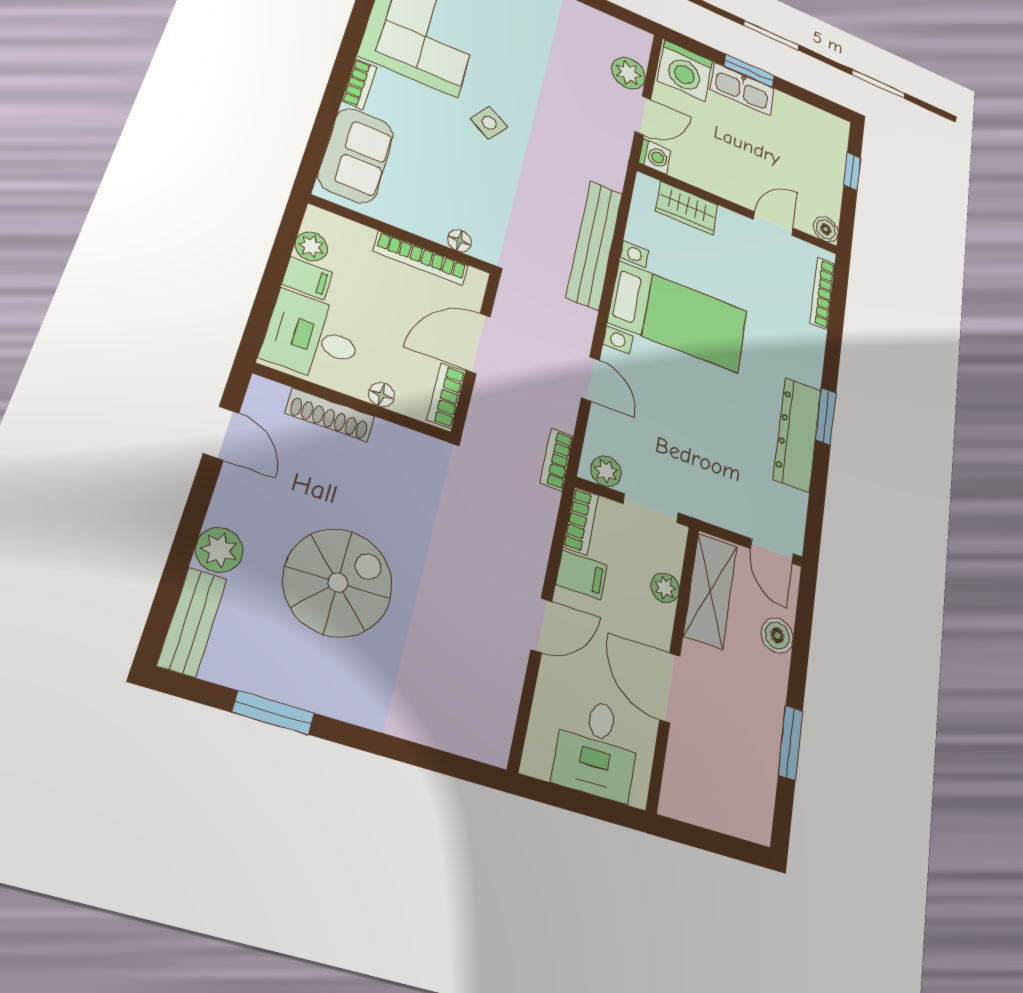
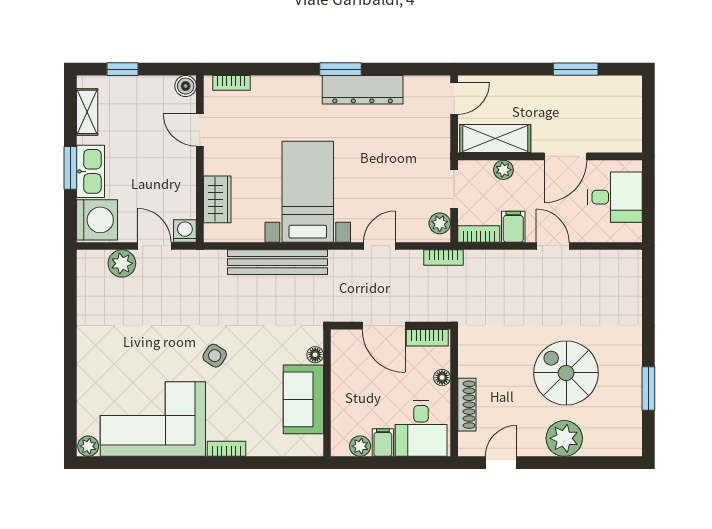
shelving: (809, 115) -> (87, 112), added
sofa: (356, 155) -> (303, 399), moved, turned -90
bookcase: (421, 258) -> (339, 377), removed
bookcase: (822, 293) -> (231, 83), width x0.64
plant: (219, 550) -> (564, 438), width x1.36, depth x1.36
bench: (192, 622) -> (613, 445), removed
boiler: (777, 635) -> (510, 87), removed

